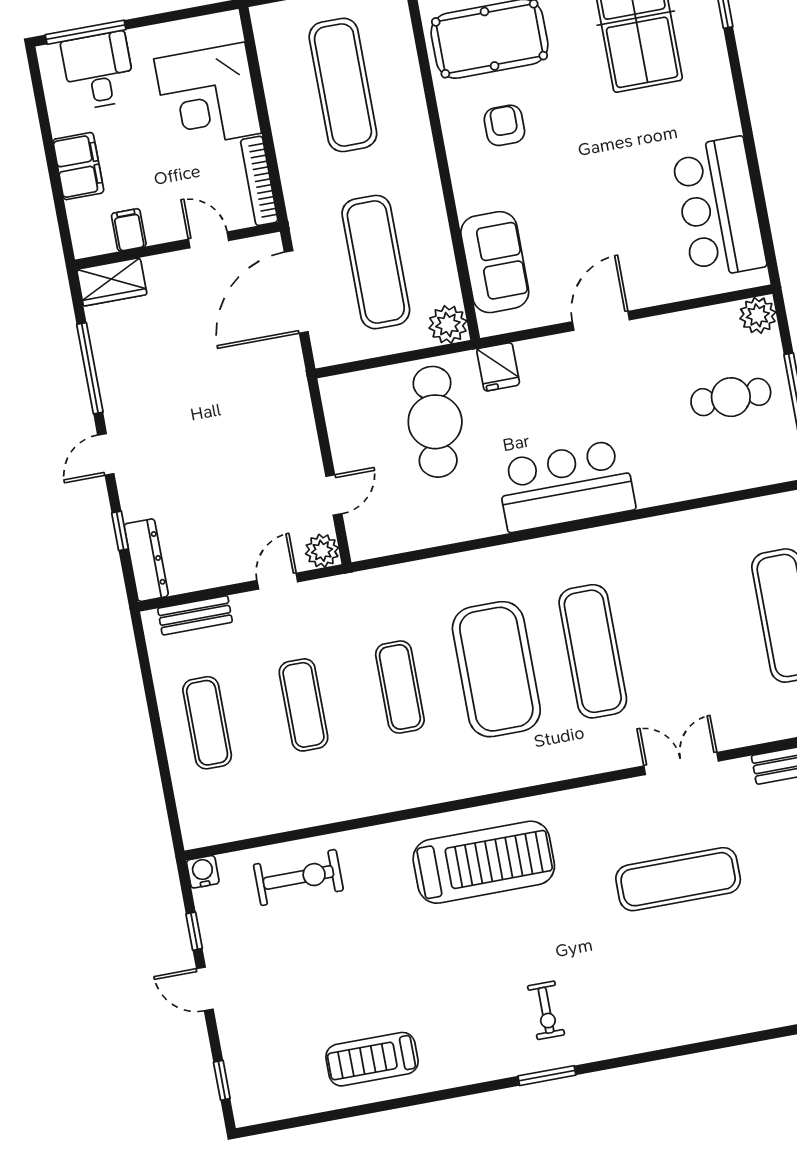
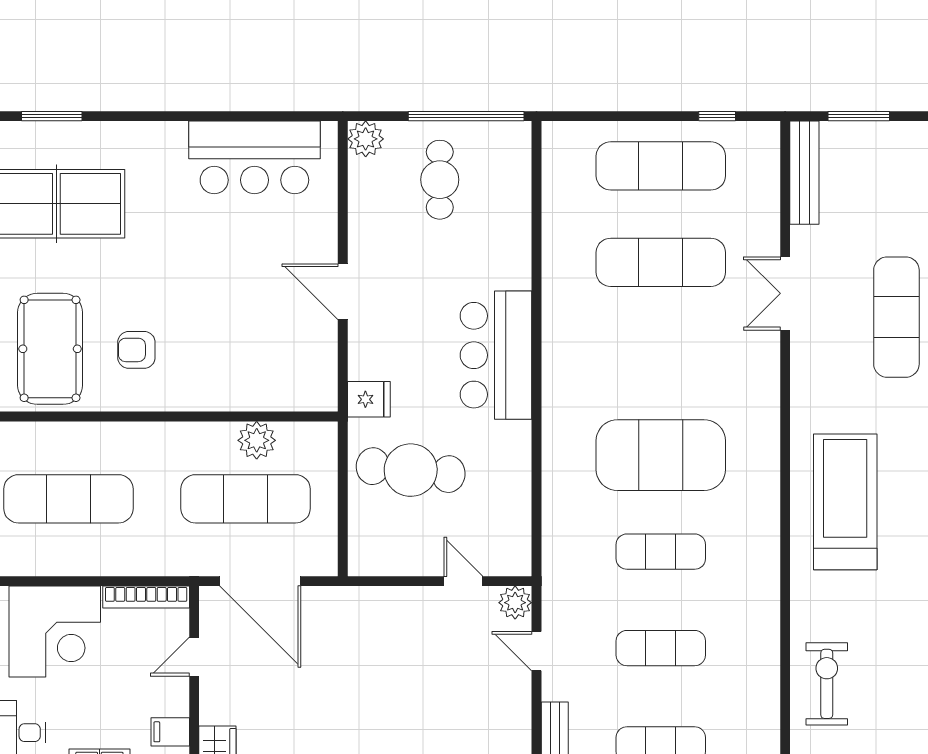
sofa: (495, 262) -> (267, 384), removed
plant: (448, 324) -> (257, 440), moved
exercise mat: (593, 651) -> (661, 262), moved

